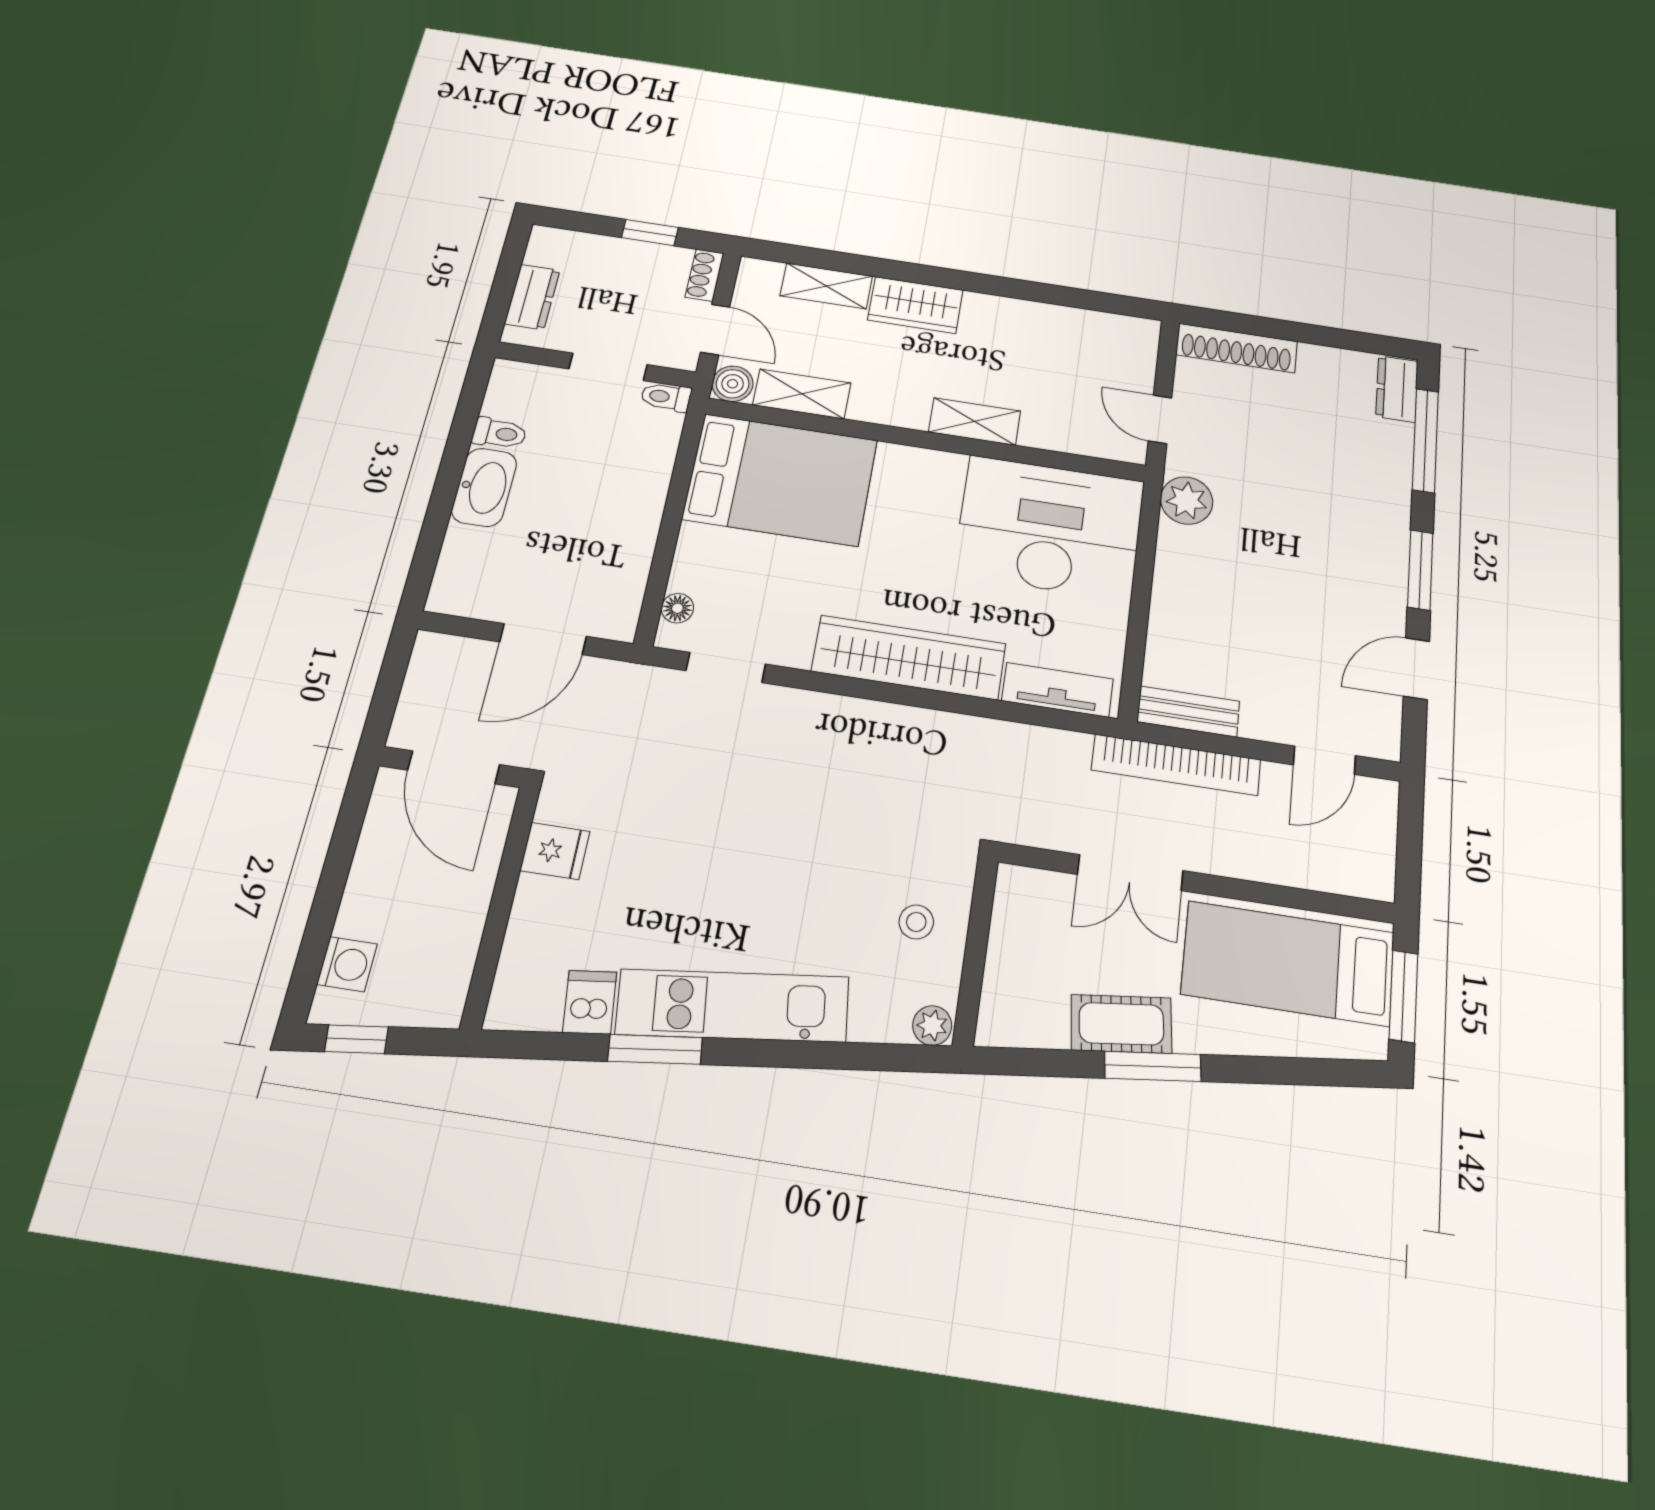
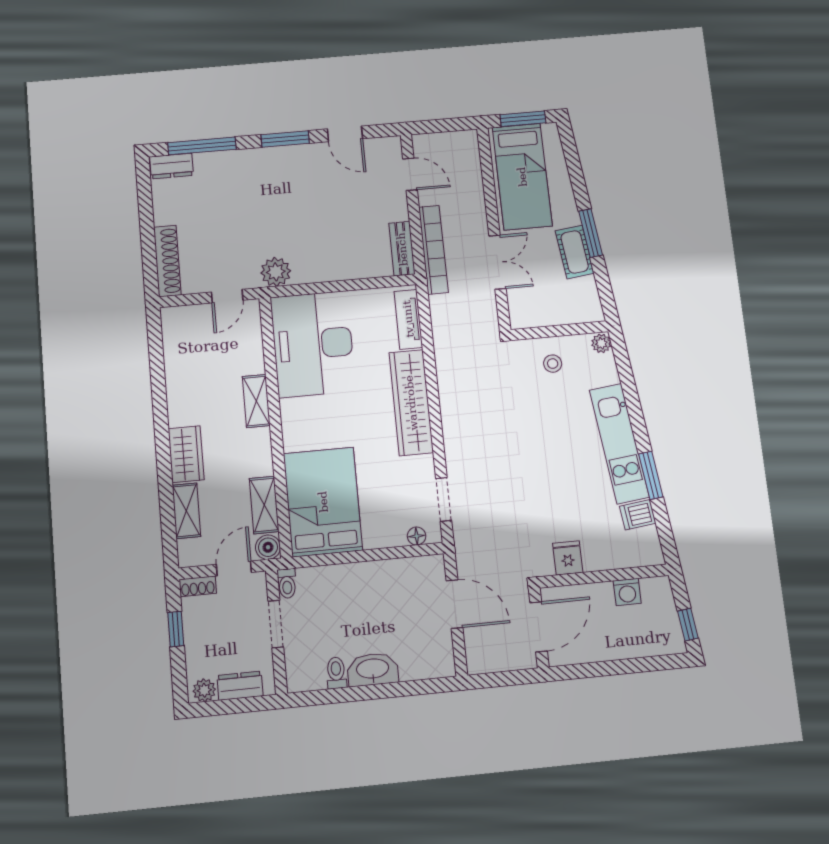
plant: (544, 249) -> (204, 690), added
washing machine: (347, 964) -> (627, 592), moved, turned 180

